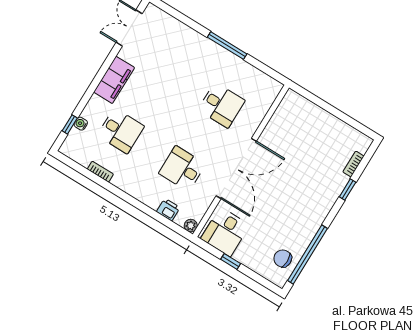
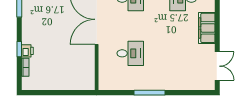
desk: (221, 105) -> (130, 53), turned 180
printer: (339, 182) -> (27, 51), added

